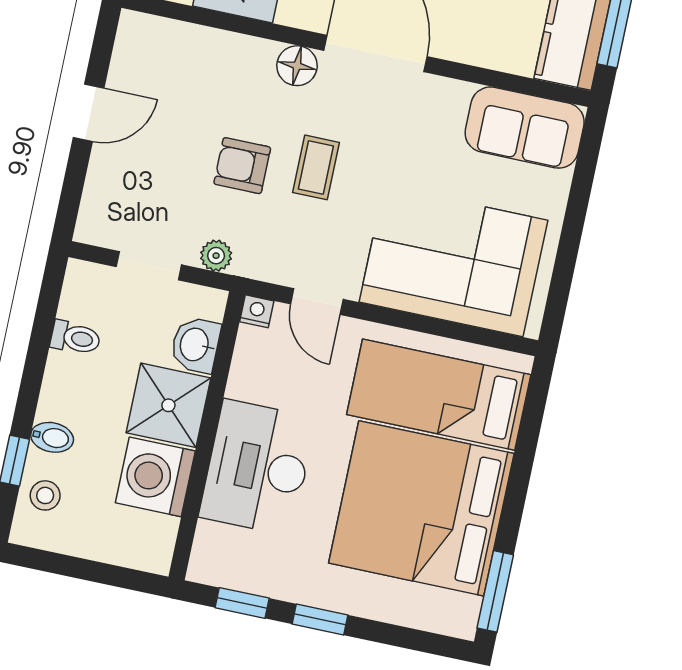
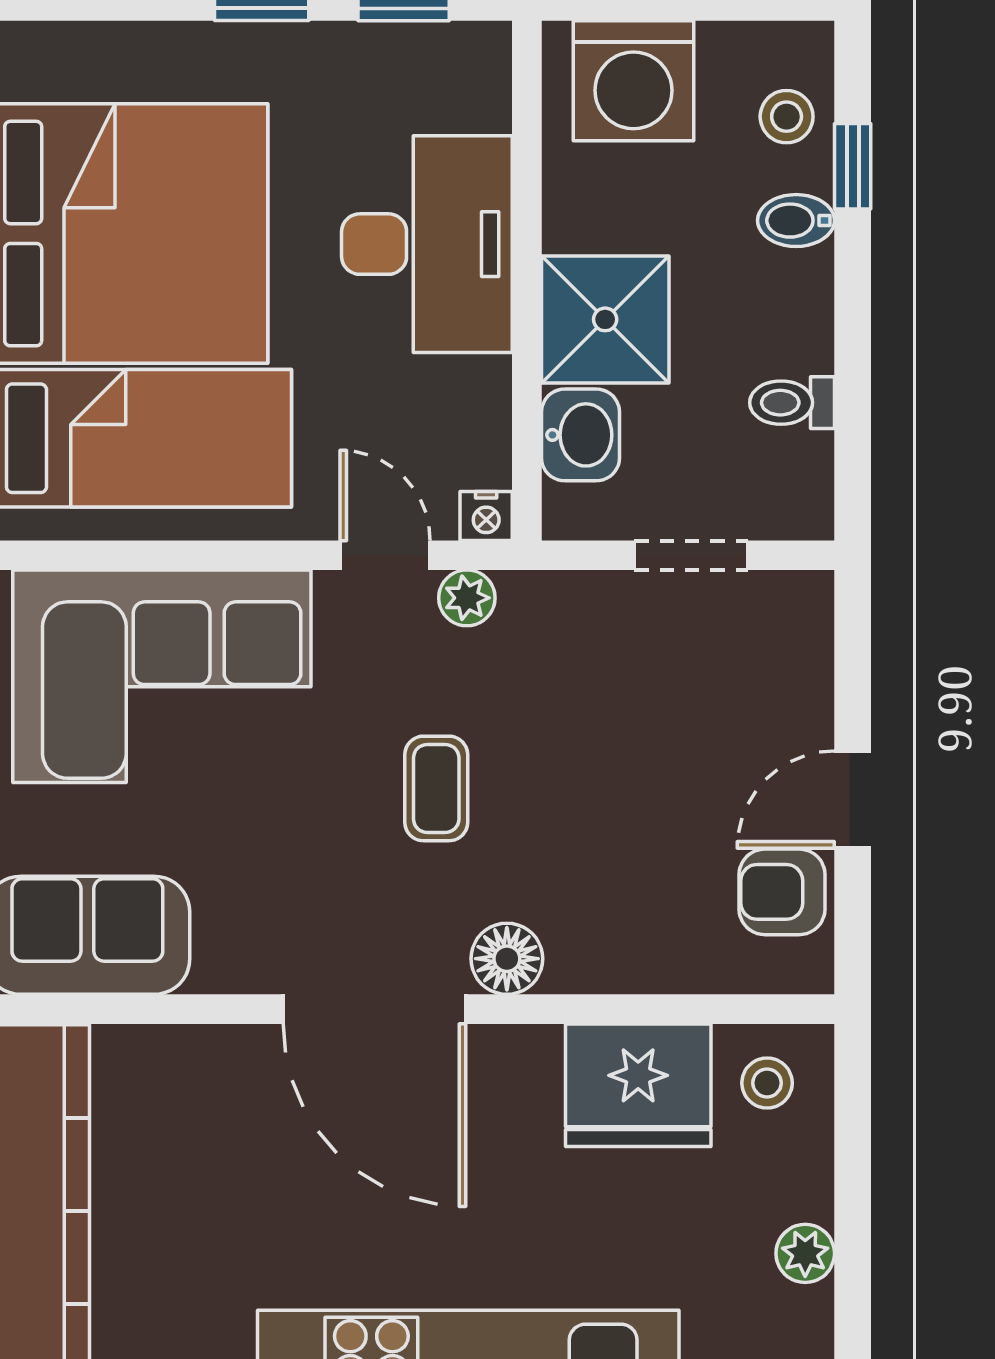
armchair: (242, 166) -> (782, 892), moved, turned 180
plant: (216, 256) -> (467, 598), moved
washing machine: (155, 477) -> (633, 81), moved, turned 90

